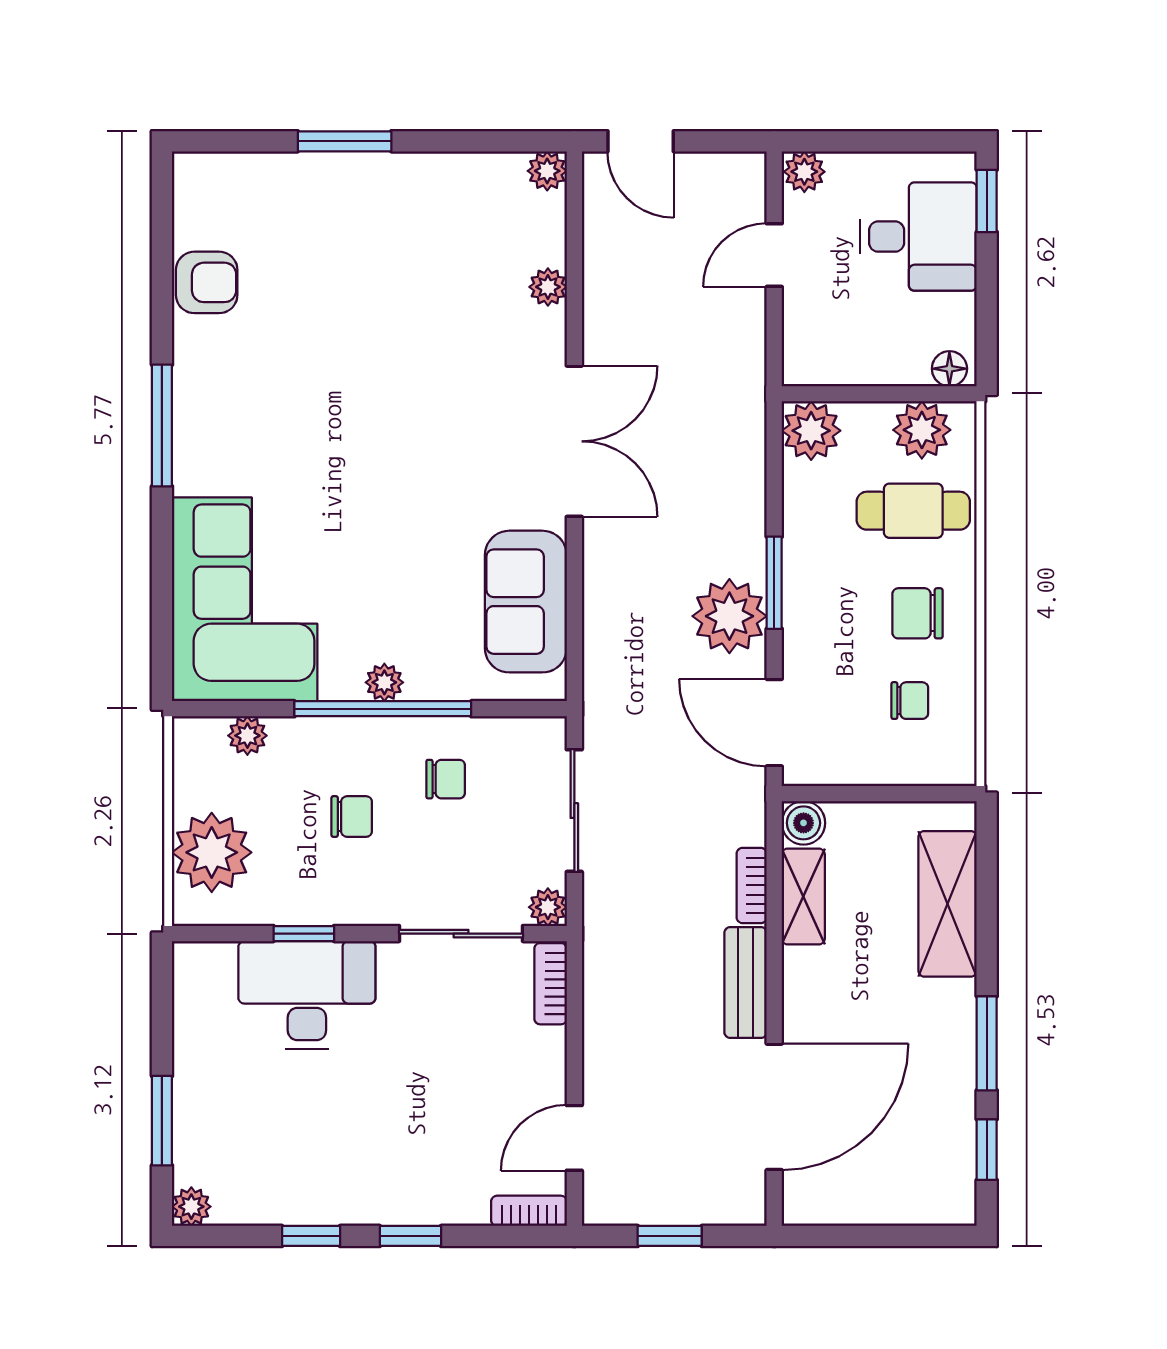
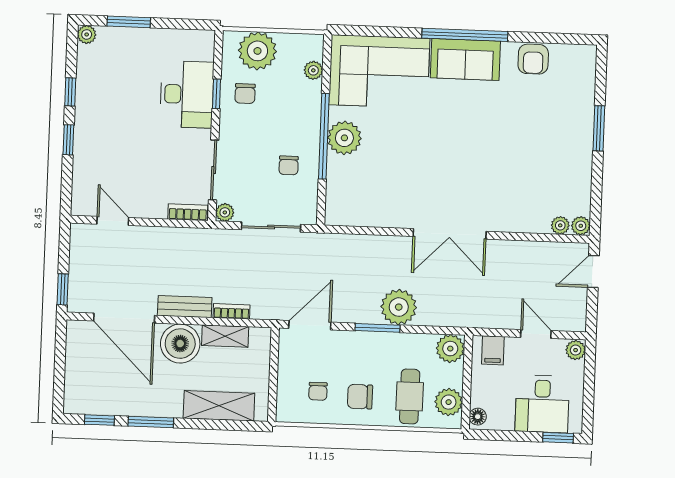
plant: (548, 287) -> (560, 225), moved
filing cabinet: (811, 342) -> (493, 350), added
window: (162, 425) -> (465, 35), width x1.46
sofa: (526, 602) -> (465, 59), moved, turned 180
chair: (918, 613) -> (360, 397), turned -90
plant: (729, 616) -> (399, 307), moved
plant: (384, 682) -> (344, 138), width x1.88, depth x1.88
chair: (352, 817) -> (245, 94), moved
boiler: (803, 823) -> (180, 344), moved, width x1.86, depth x1.86
bookcase: (529, 1211) -> (78, 198), removed
window: (670, 1236) -> (63, 289), moved

